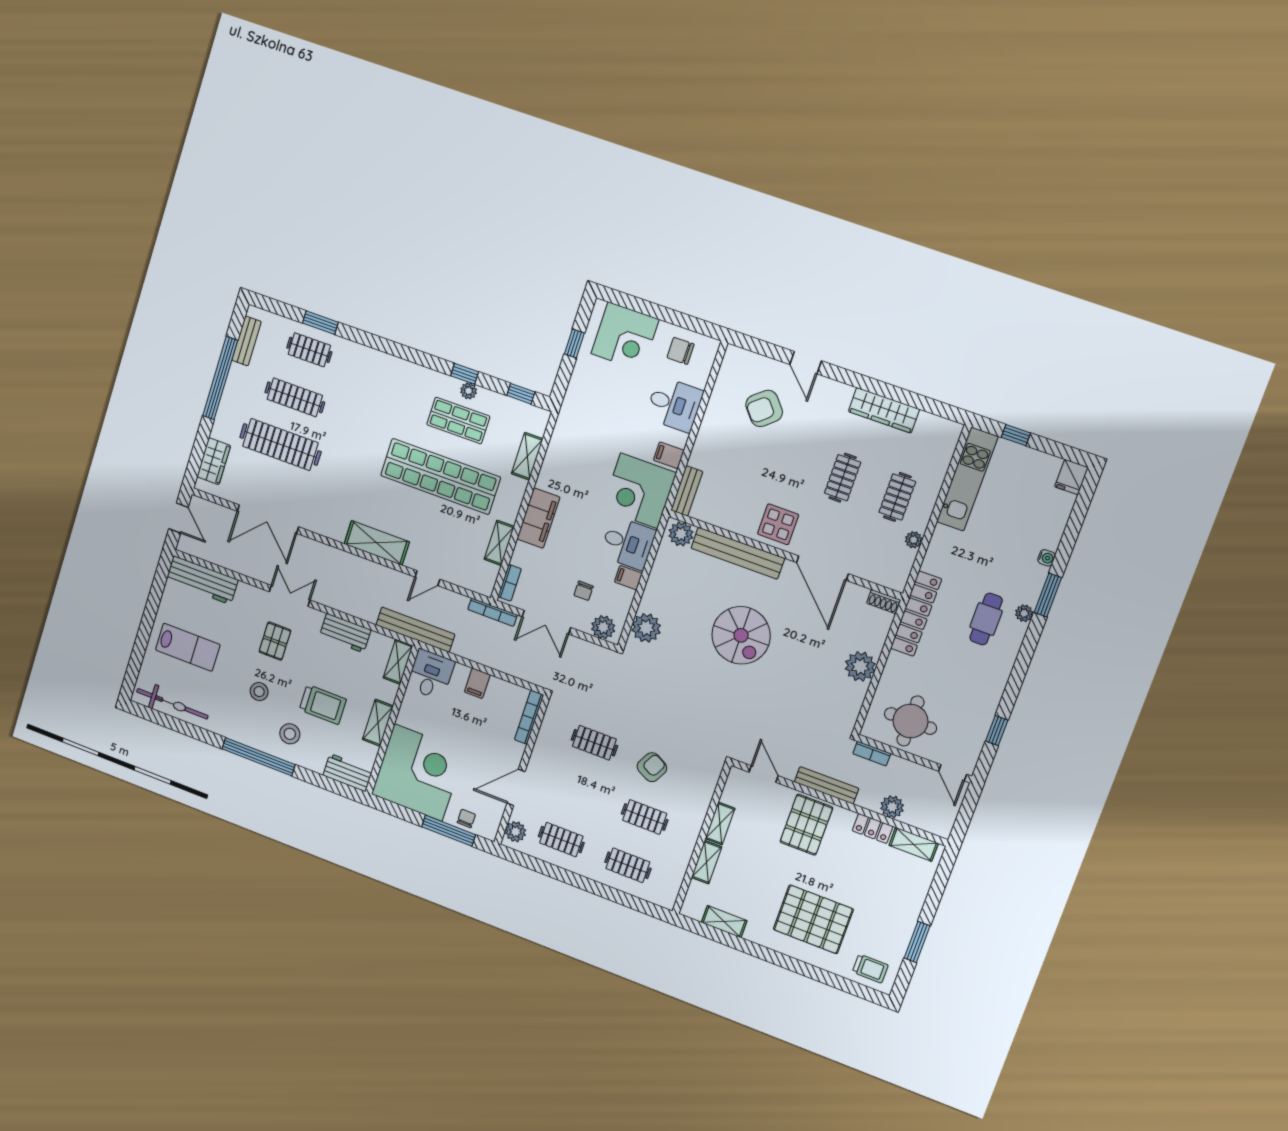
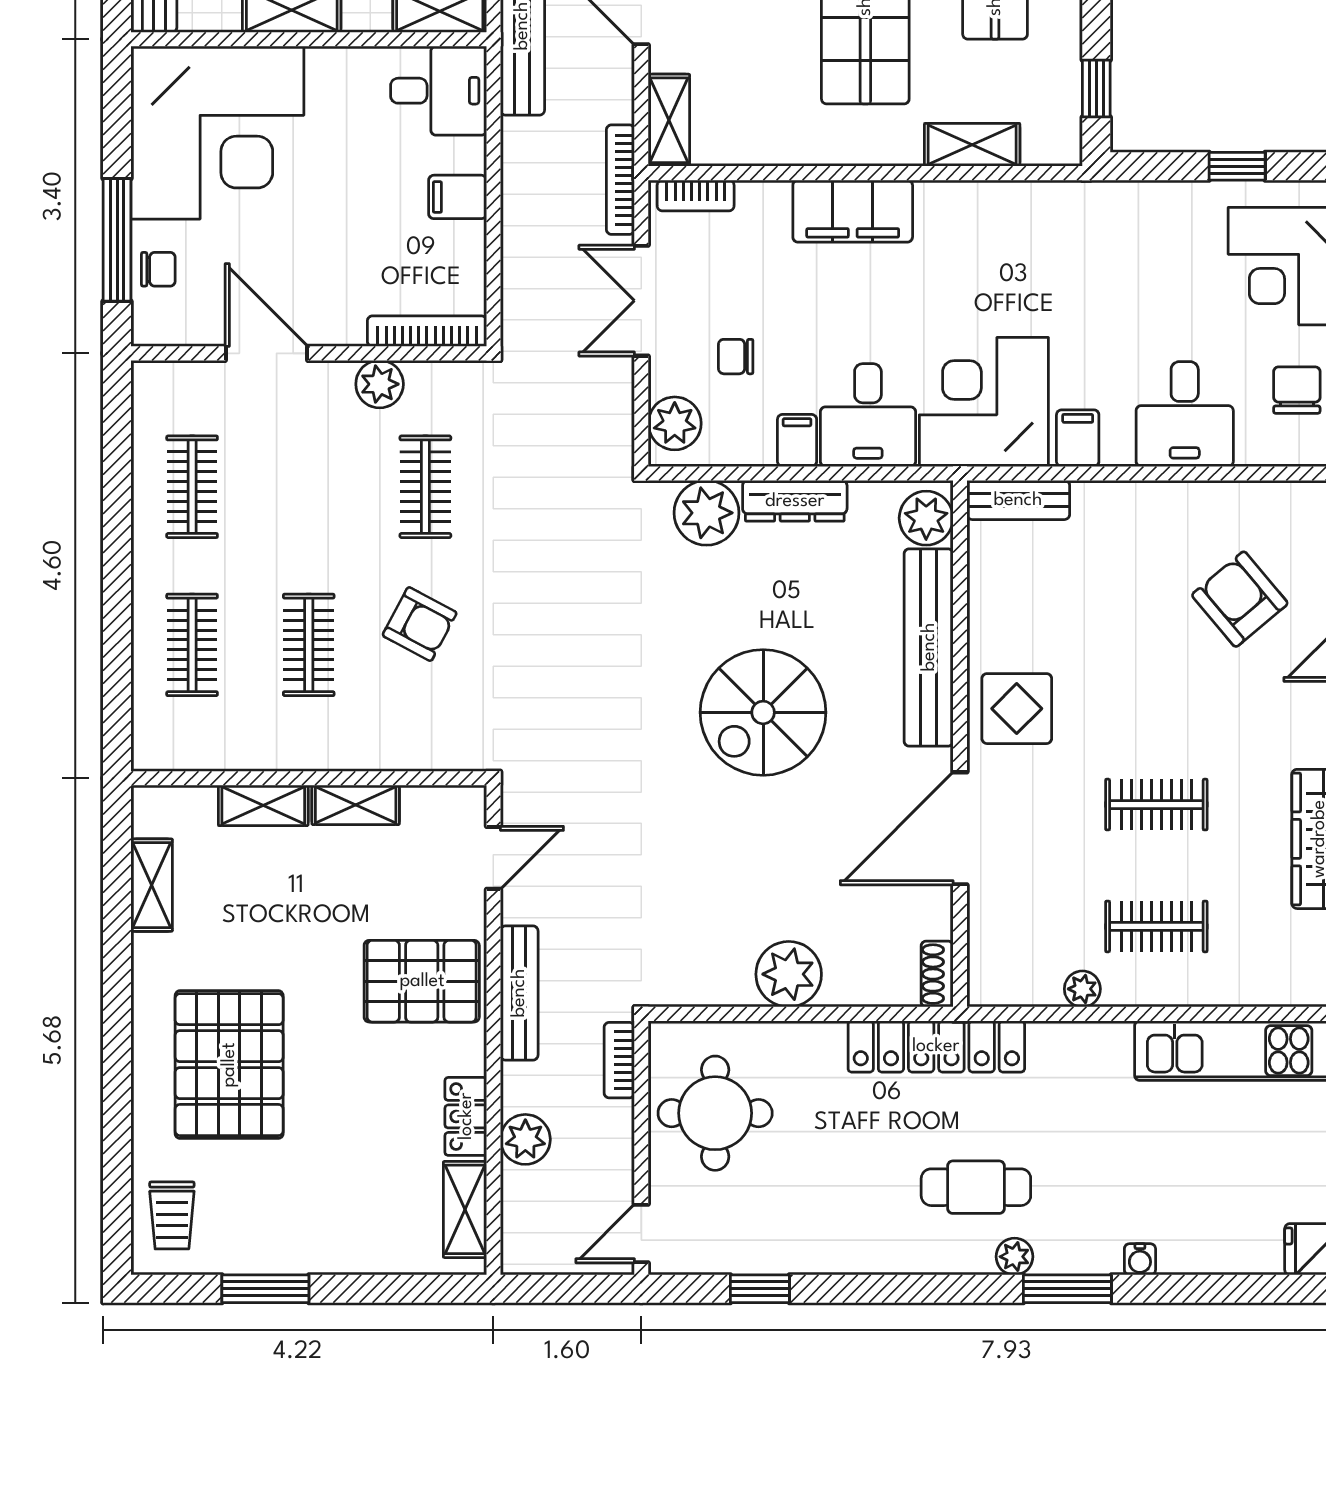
shelving: (499, 543) -> (669, 120), moved, turned 90
dresser: (654, 588) -> (795, 501), added
plant: (516, 832) -> (380, 384), moved

